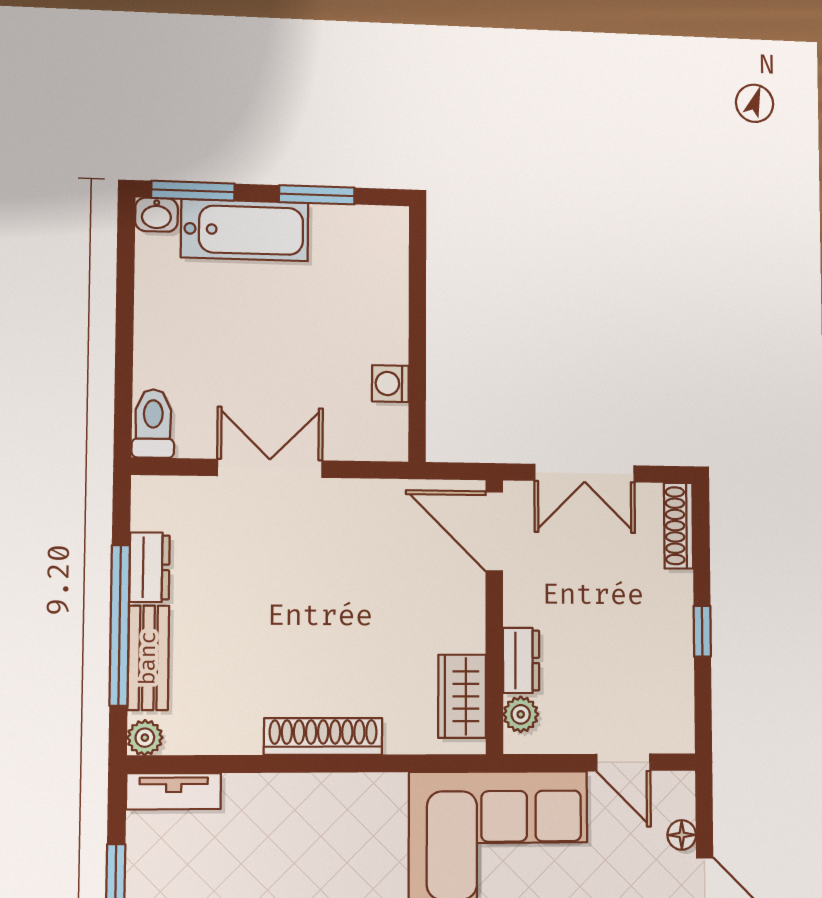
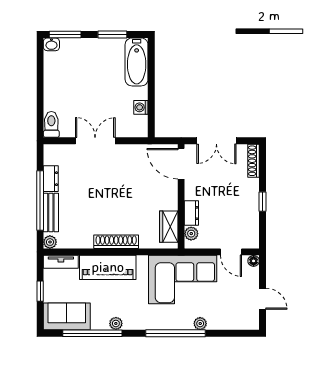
bathtub: (245, 230) -> (137, 62), moved, turned 90
piano: (300, 806) -> (108, 267), added
floor lamp: (682, 835) -> (254, 261), moved

